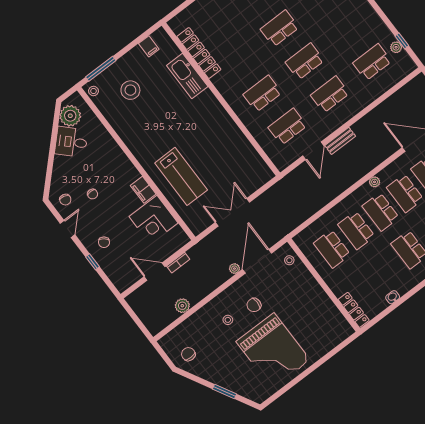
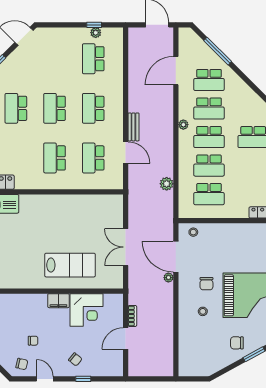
plant: (182, 306) -> (167, 184), moved
chair: (188, 354) -> (237, 343), moved

